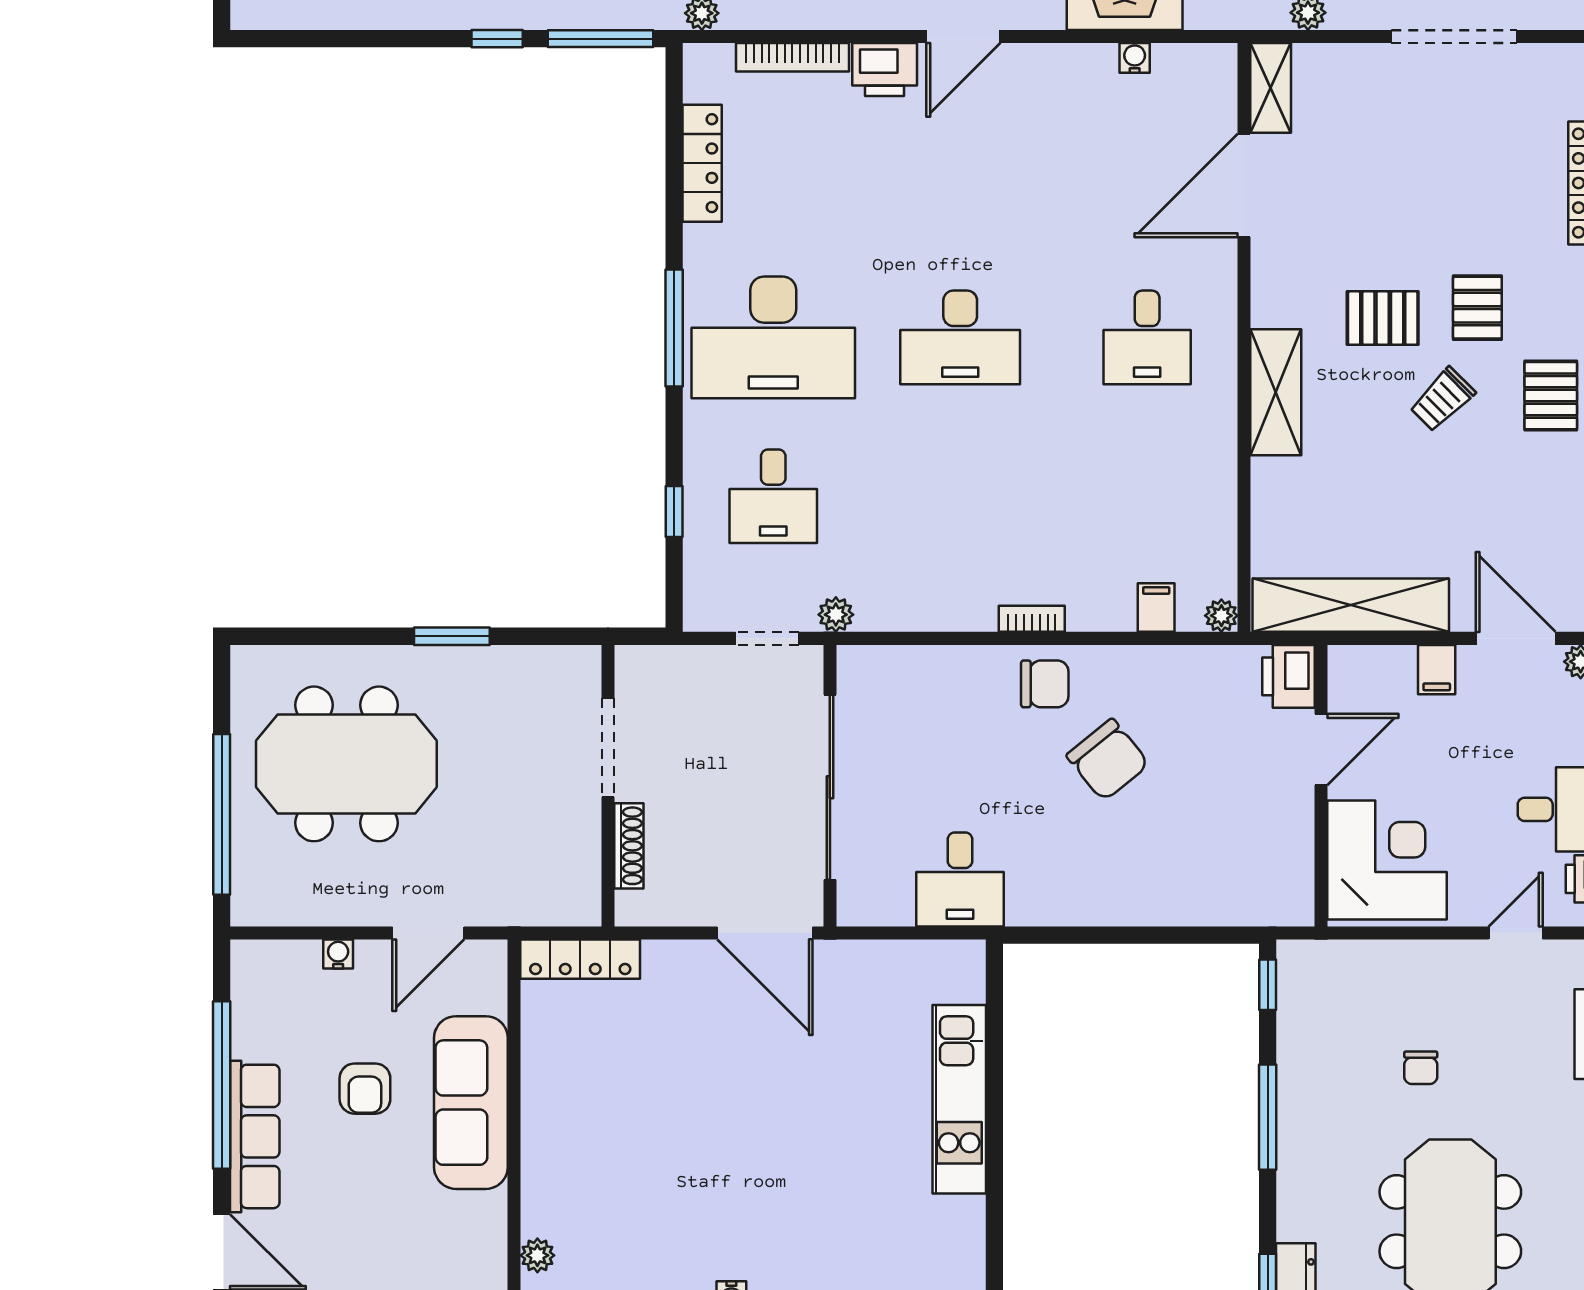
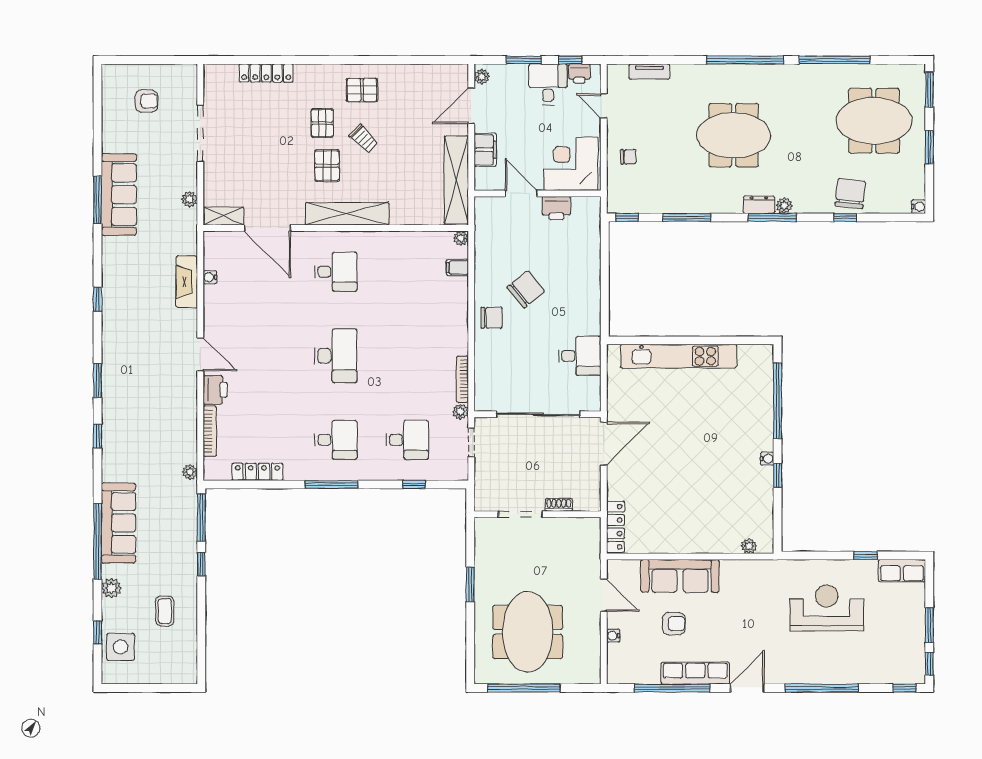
pallet: (1477, 308) -> (322, 123), turned 90
desk: (773, 337) -> (336, 440), width x0.53, depth x0.77
shelving: (1276, 392) -> (347, 214), width x1.47
bookcase: (1032, 619) -> (462, 379), moved, width x1.56
filing cabinet: (1437, 670) -> (485, 150), width x2.00
printer: (1288, 676) -> (556, 208), moved
chair: (1045, 684) -> (492, 318), turned 90
window: (222, 814) -> (524, 688), moved
shoe rack: (629, 846) -> (559, 505), width x0.70
chair: (1421, 1068) -> (628, 157), moved
kitchen unit: (959, 1099) -> (679, 356), width x1.36

